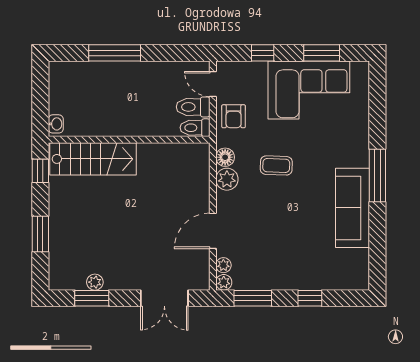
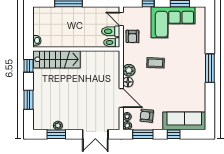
floor lamp: (225, 157) -> (128, 82), moved
sofa: (352, 208) -> (184, 121), moved, turned 90
door: (213, 231) -> (121, 98), swing flipped
armchair: (260, 264) -> (147, 116), added

